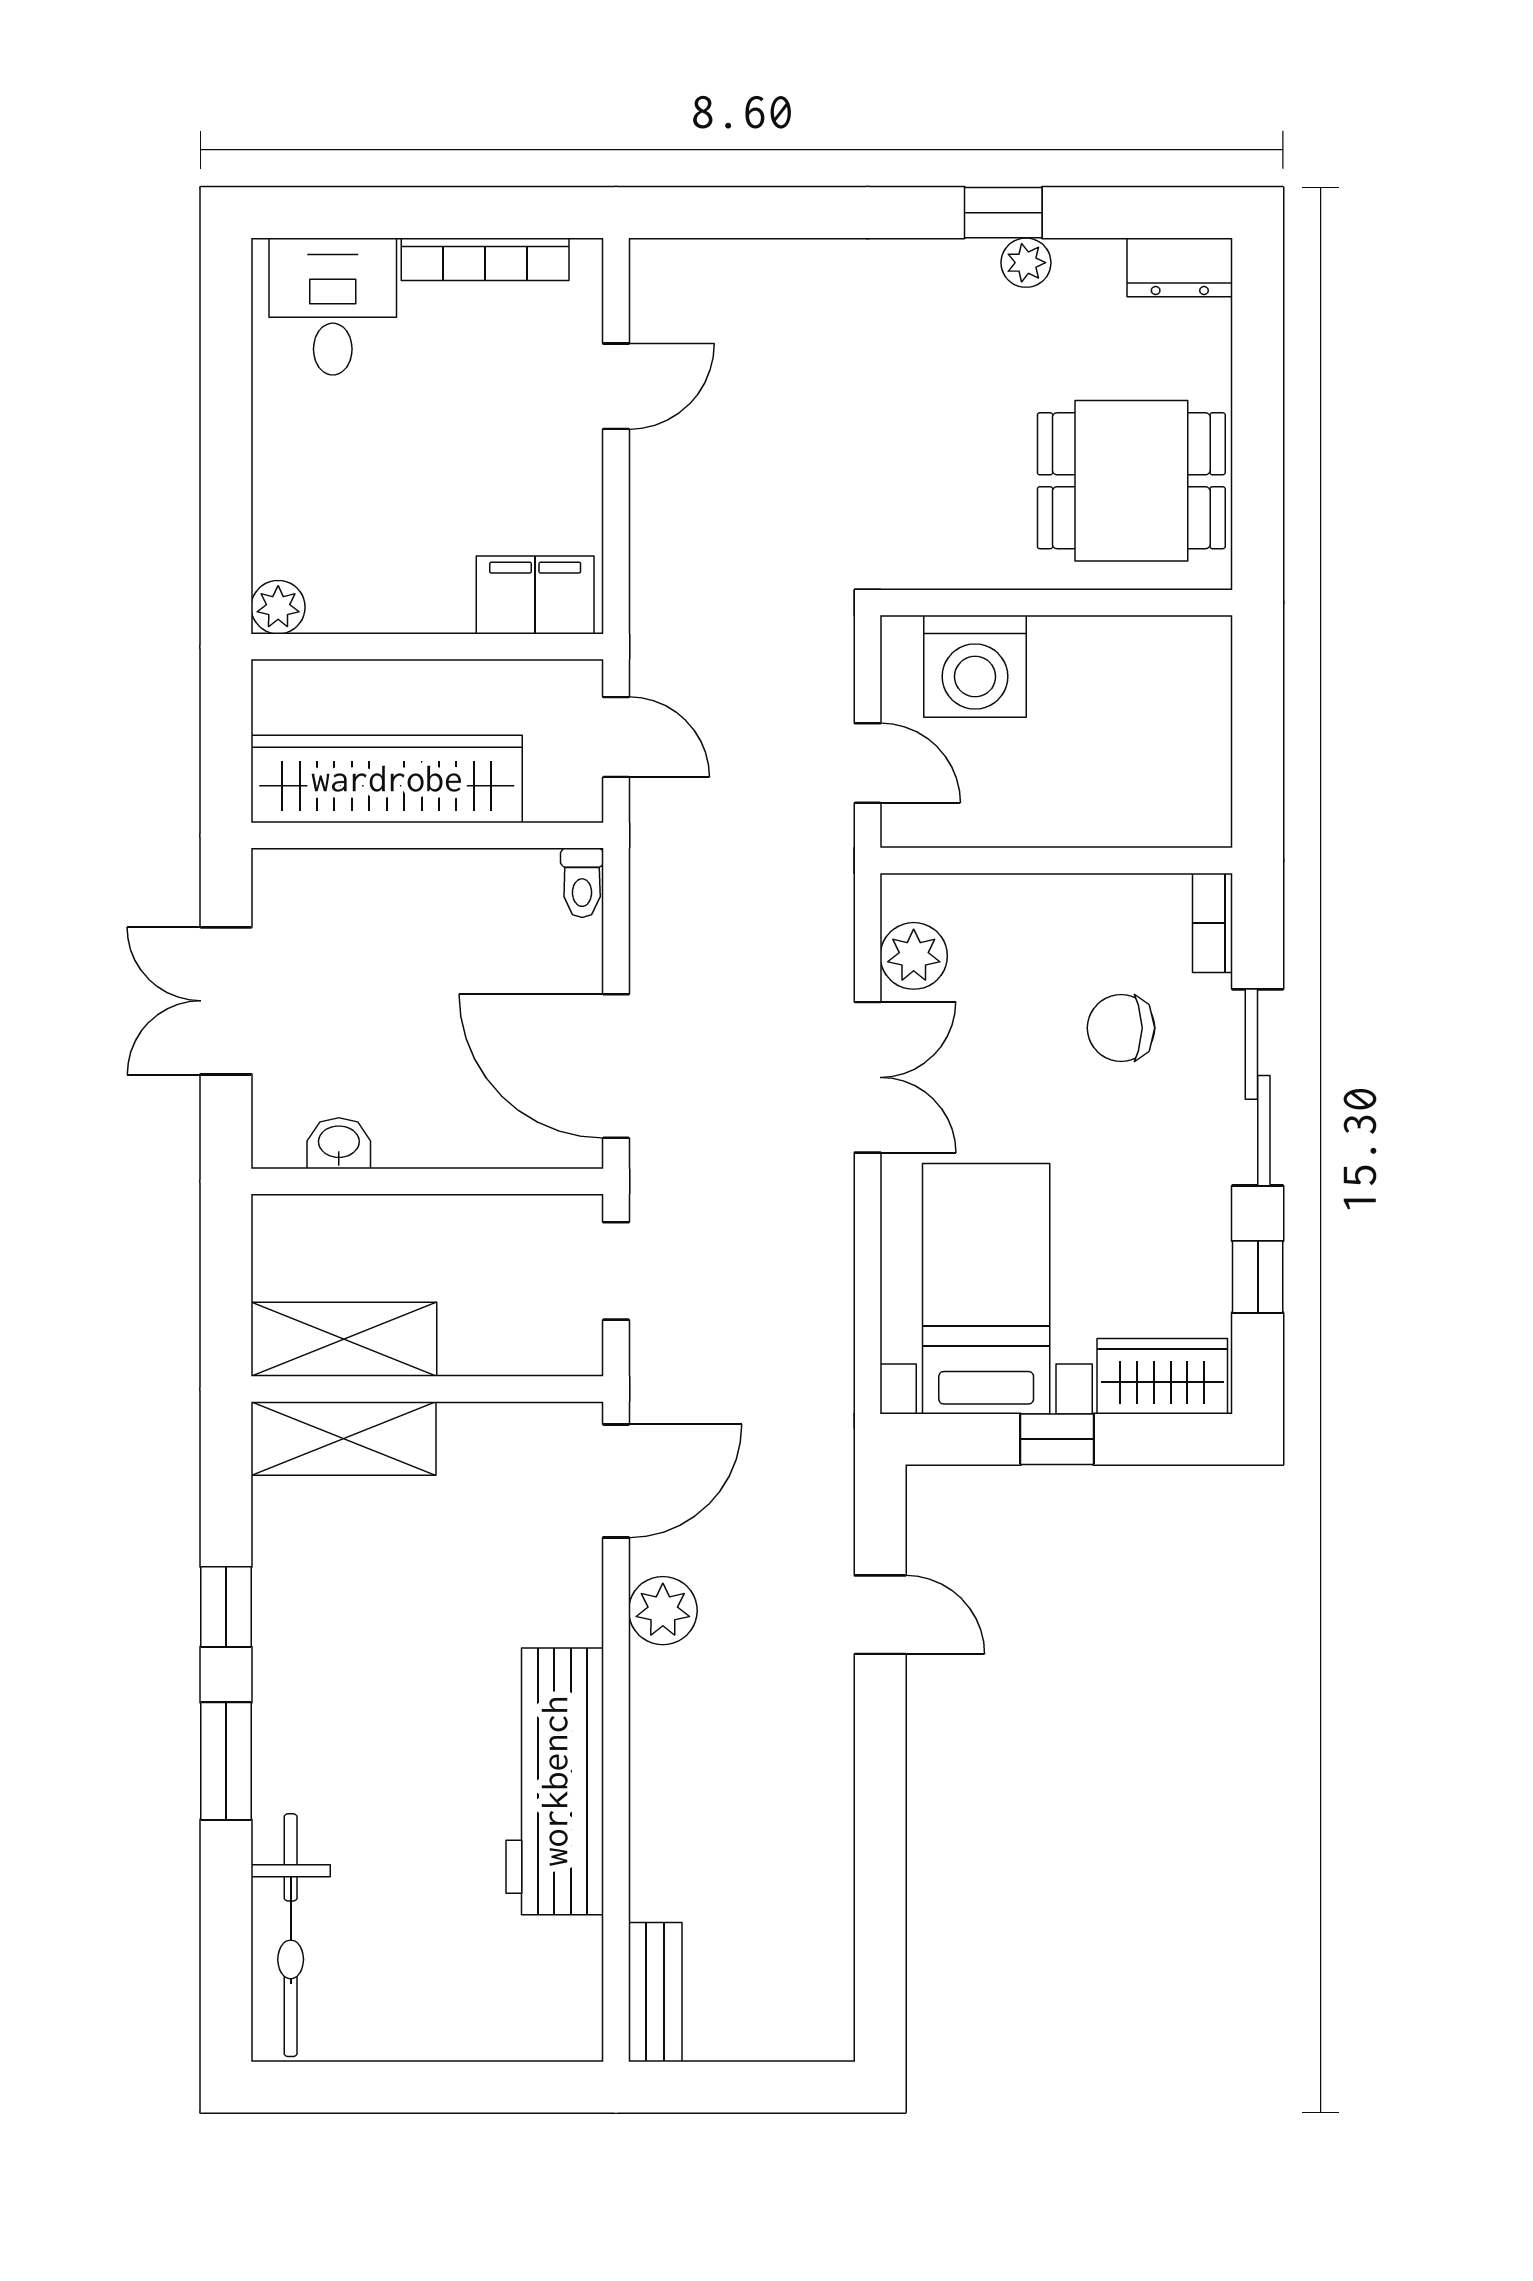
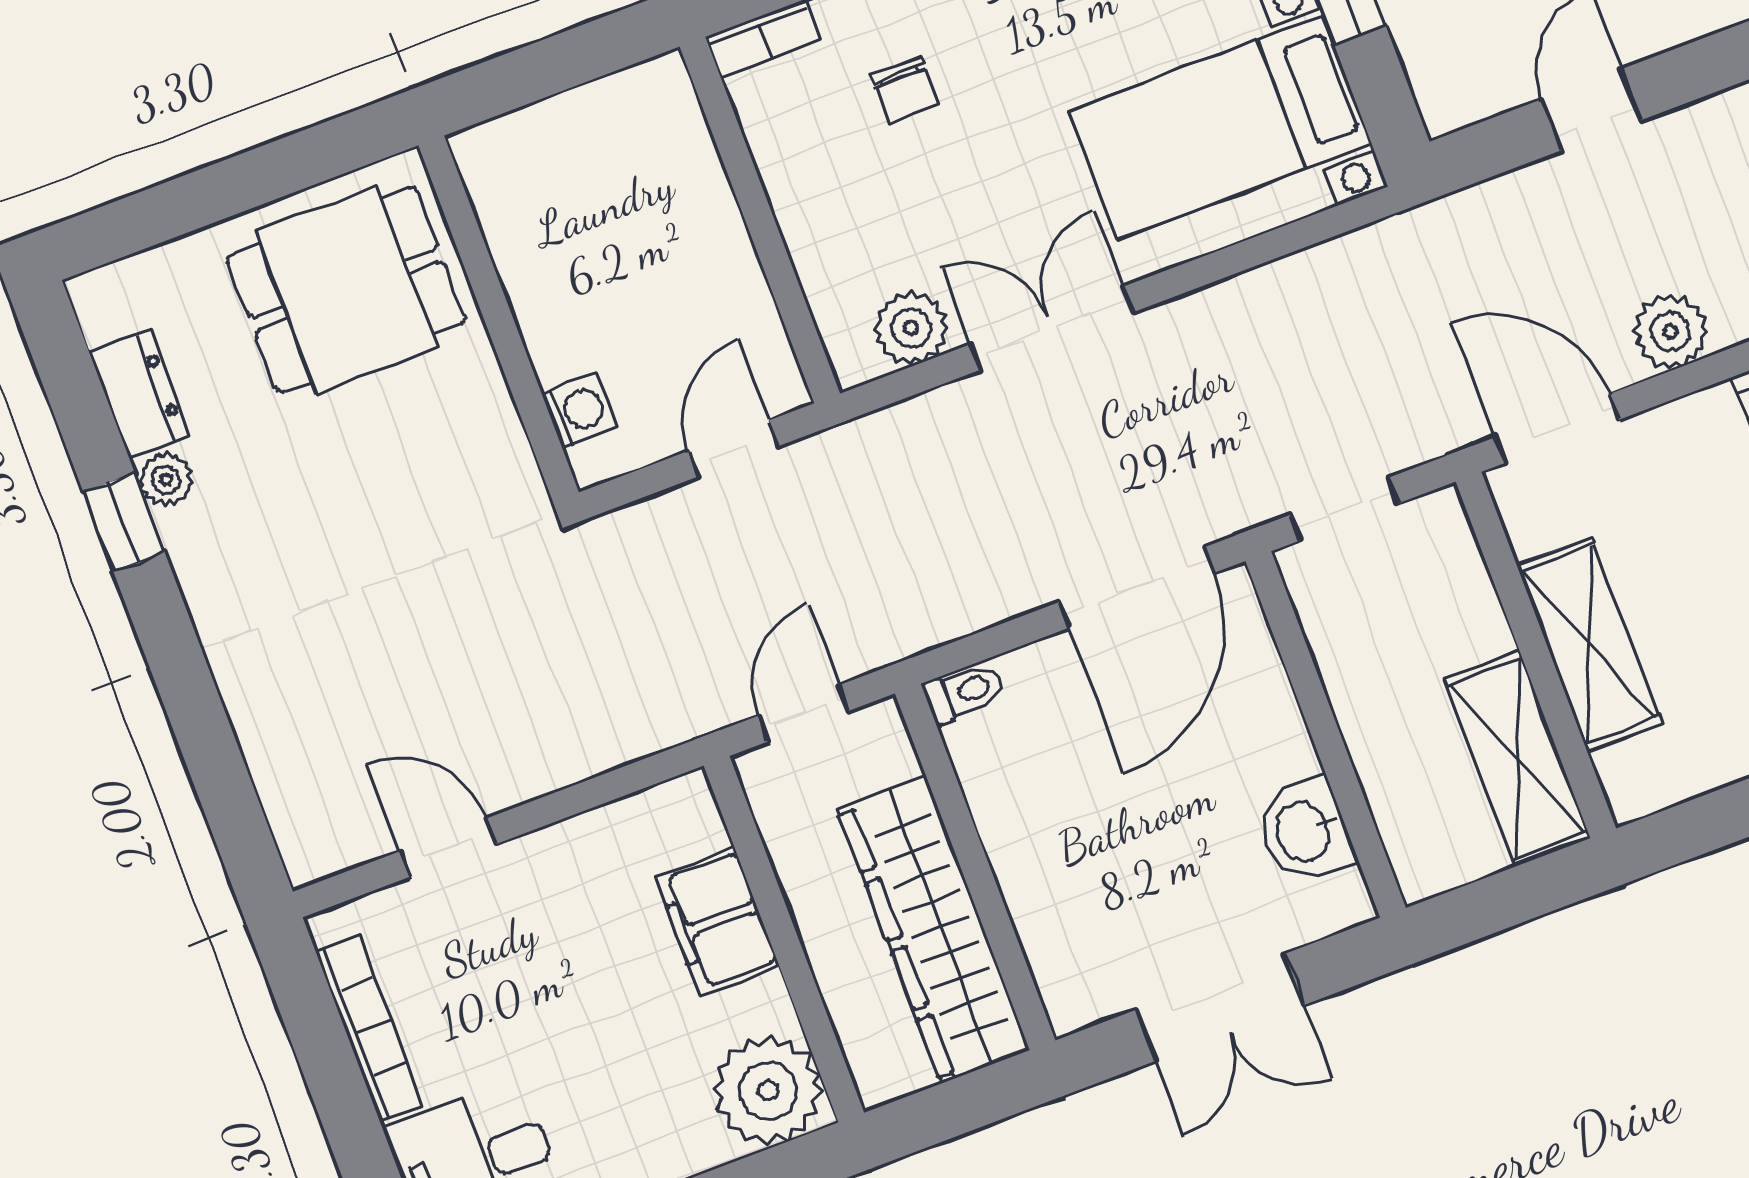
dresser: (1180, 267) -> (139, 394), moved
dining table: (1131, 481) -> (346, 290), turned 90
filing cabinet: (535, 595) -> (717, 921), moved
plant: (278, 607) -> (768, 1091), width x1.87, depth x1.87
washing machine: (975, 666) -> (579, 410), width x0.53, depth x0.53
chair: (1121, 1028) -> (905, 90), width x0.73, depth x0.73
washbasin: (339, 1143) -> (1305, 831), width x1.38, depth x1.45
shelving: (343, 1438) -> (1589, 644), moved

